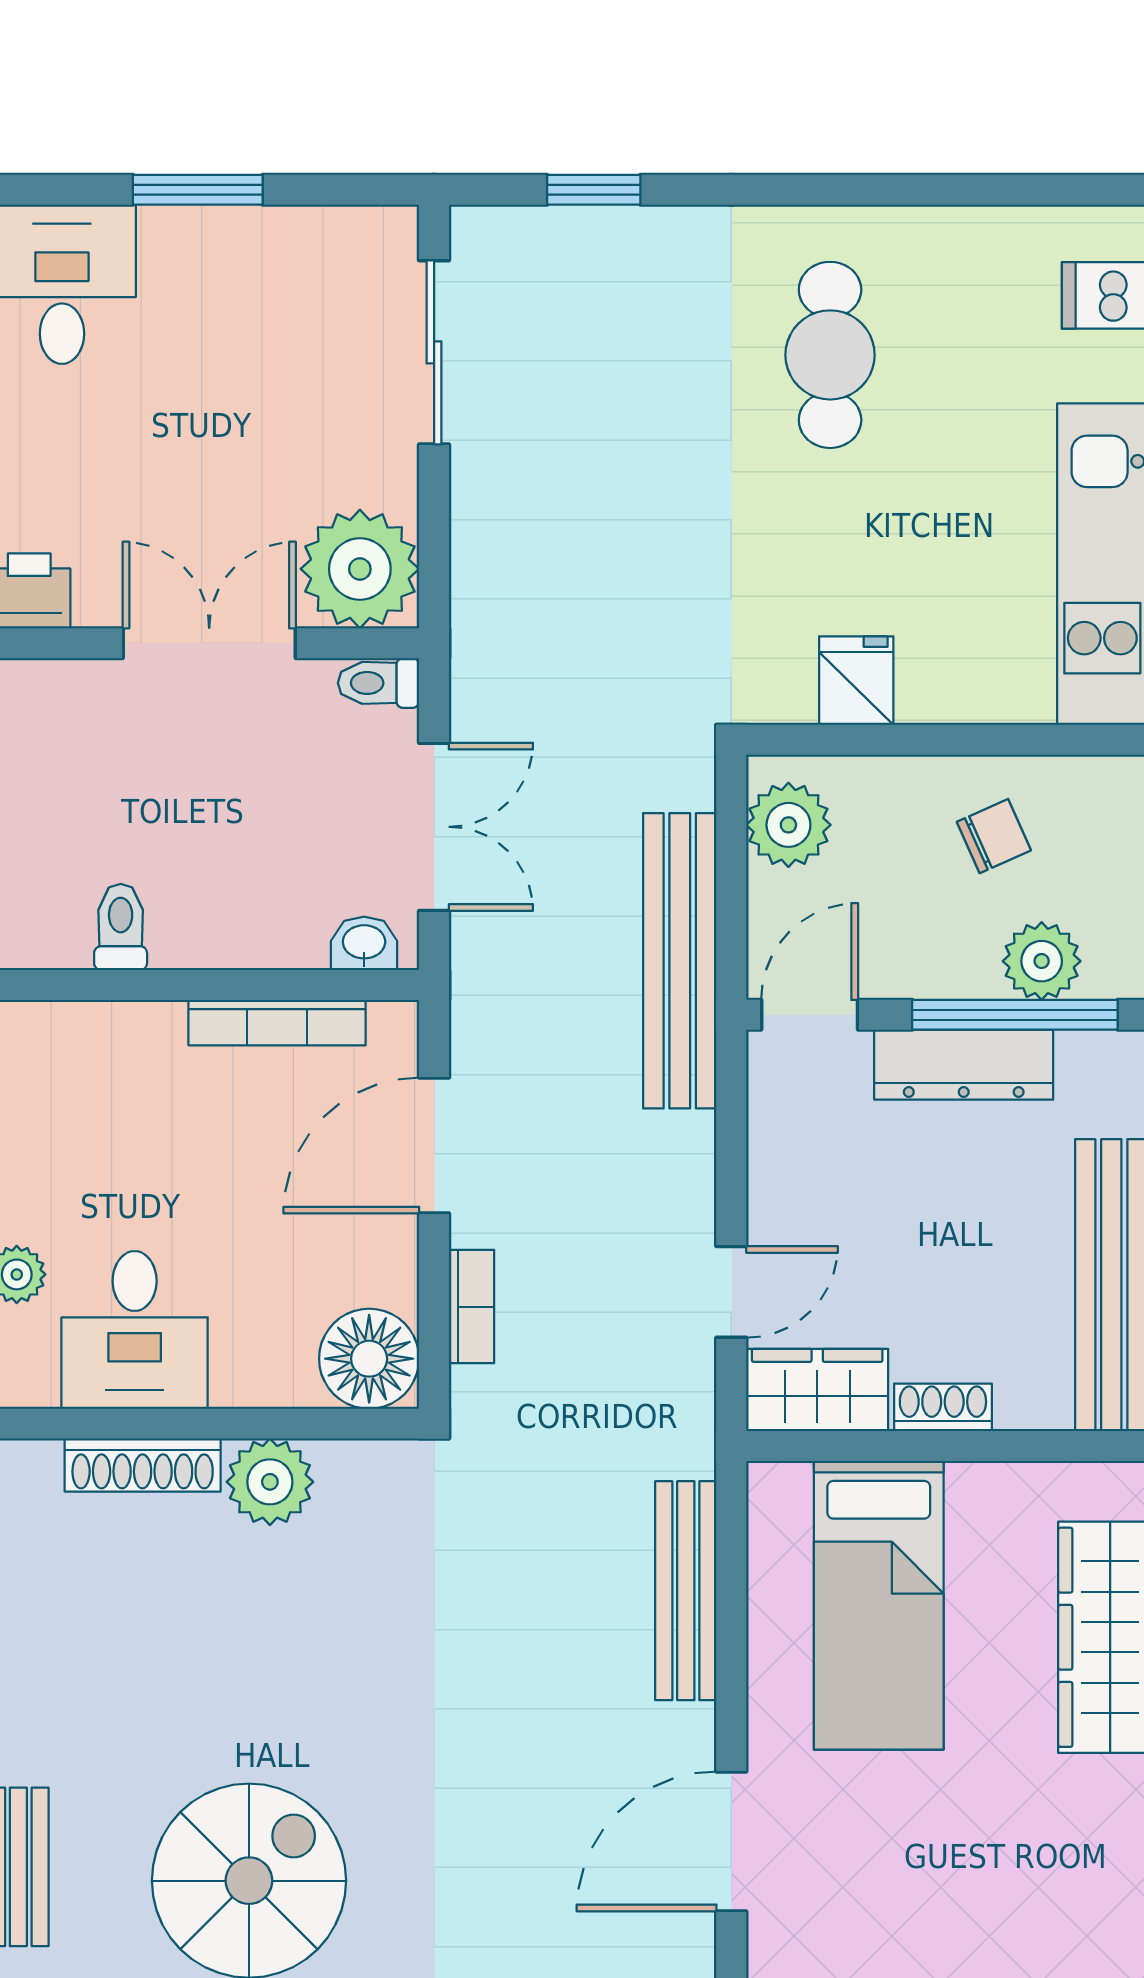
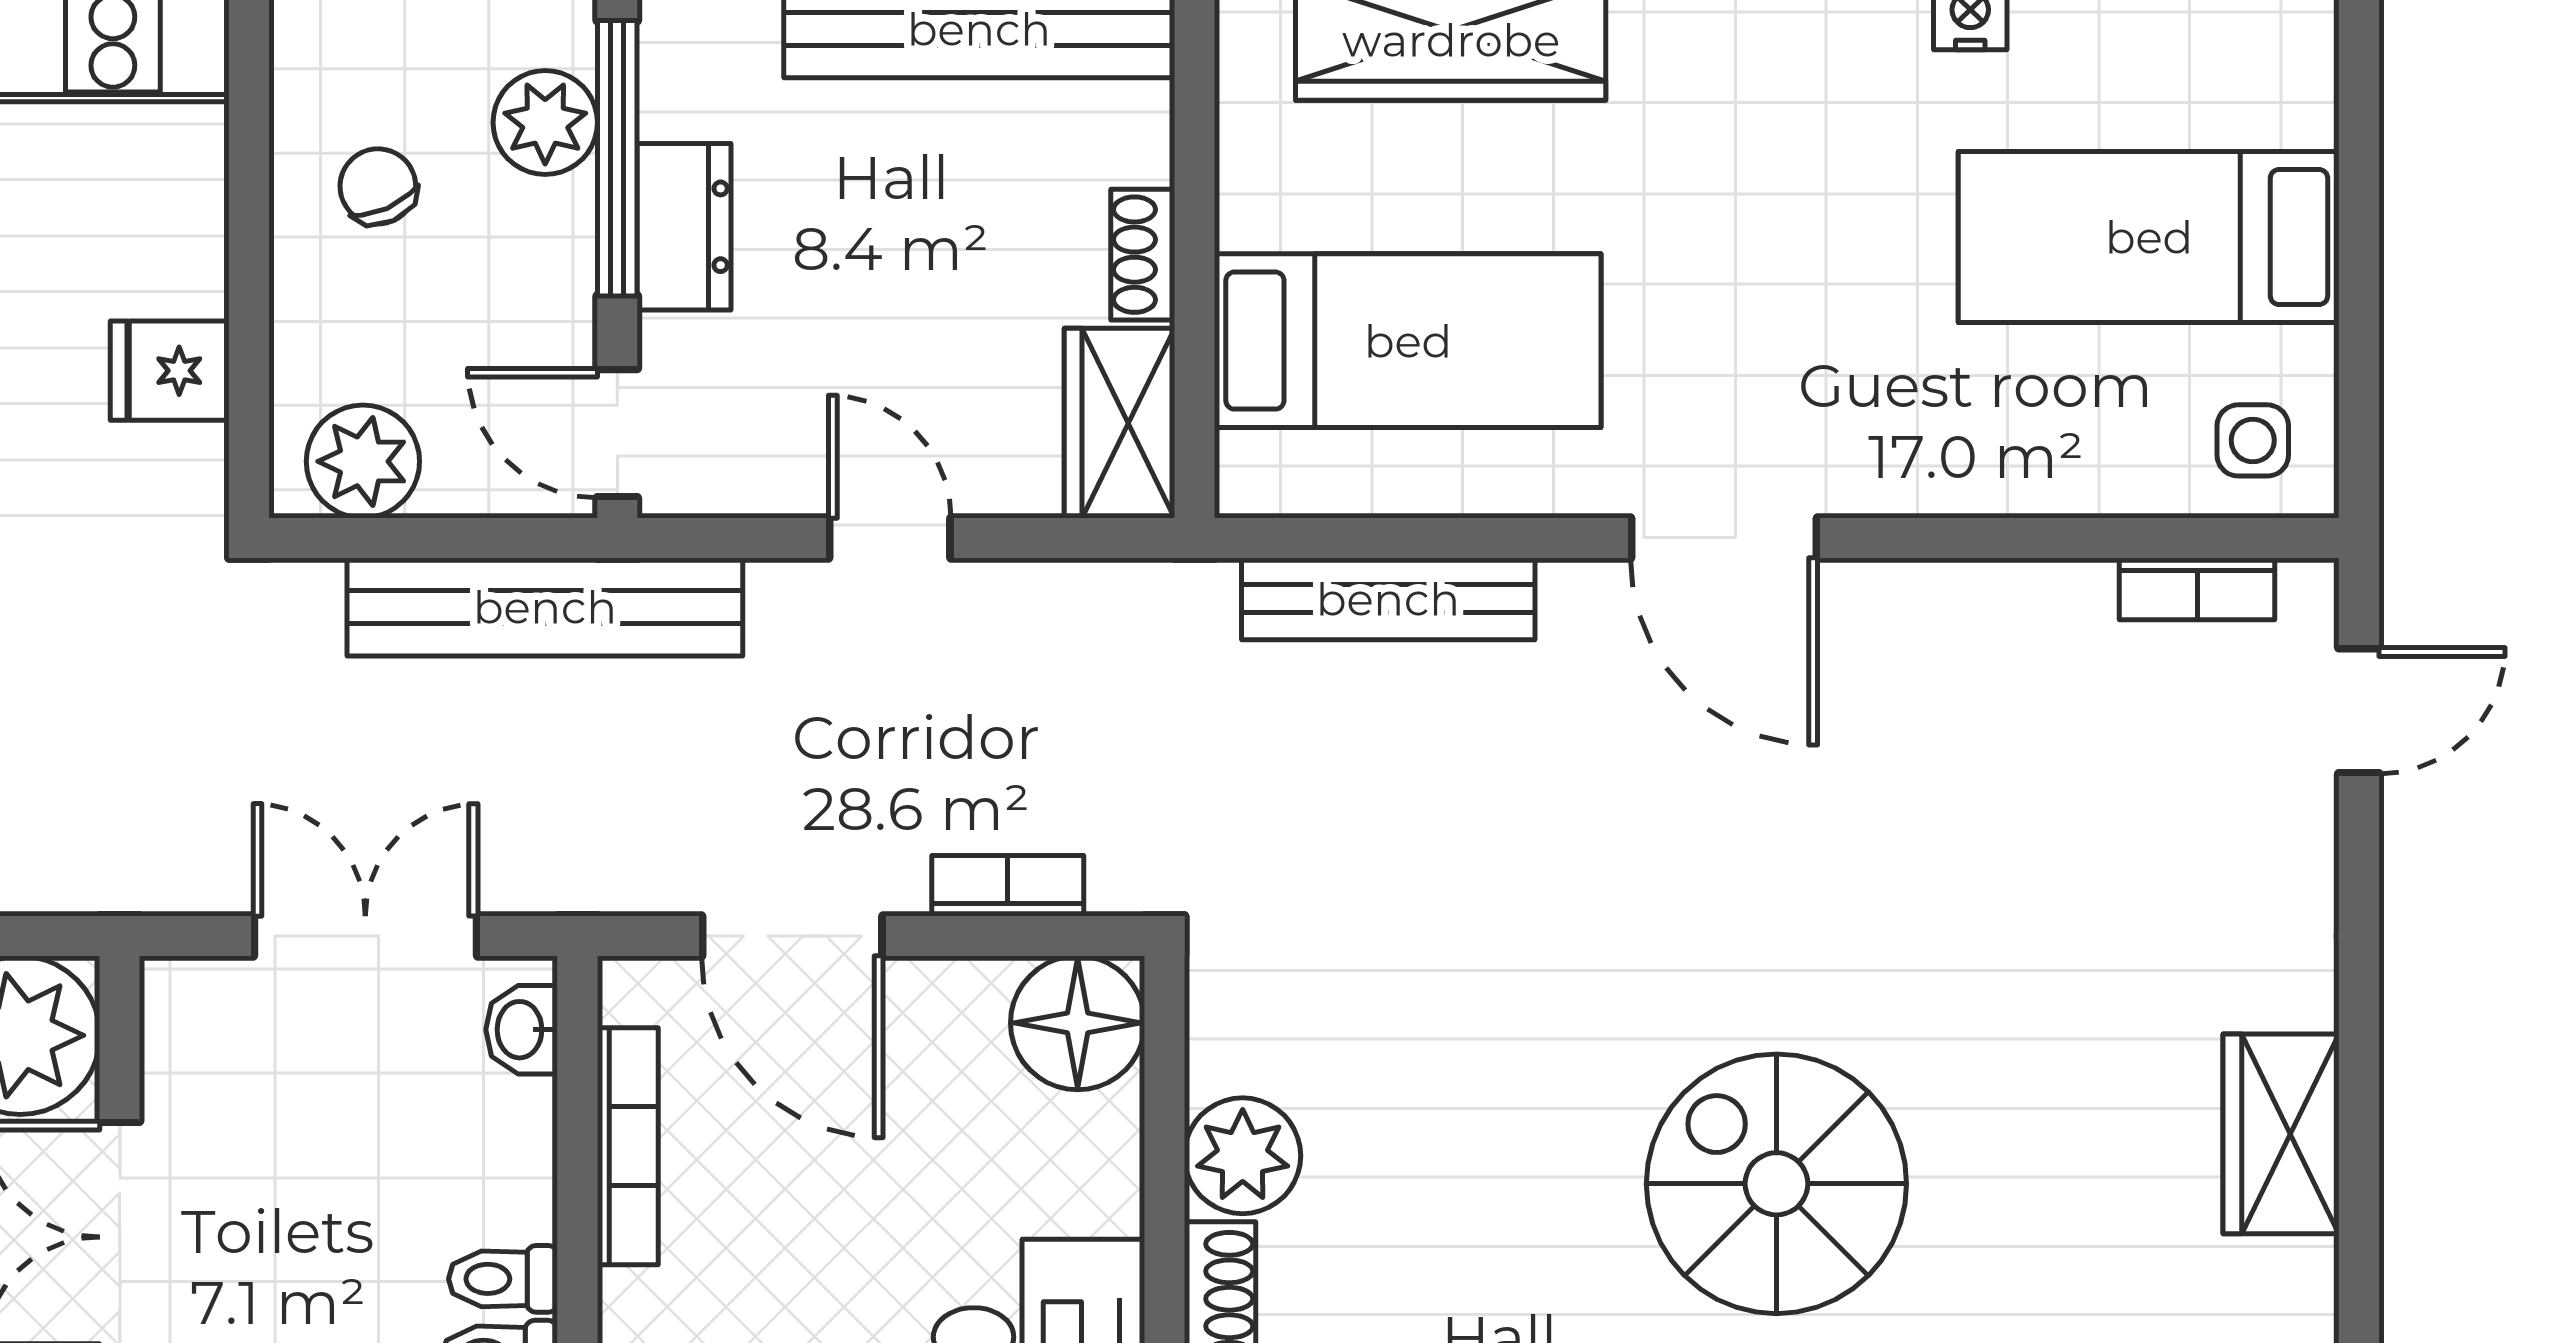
toilet: (379, 683) -> (503, 1279), moved, turned 90
dresser: (964, 1065) -> (684, 227), width x0.70
door: (731, 1292) -> (890, 538), moved

